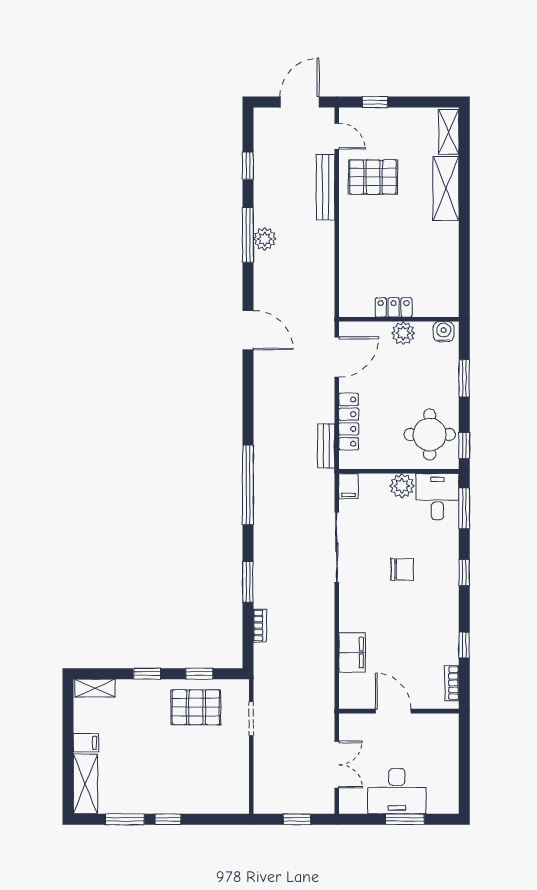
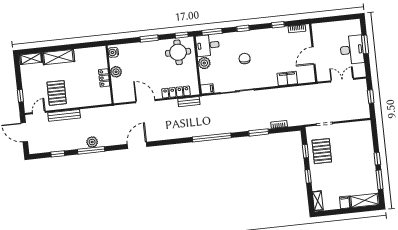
locker: (394, 307) -> (104, 78), moved
wall: (399, 319) -> (110, 75), moved
water cooler: (444, 332) -> (113, 52), moved
plant: (403, 333) -> (116, 72), moved

